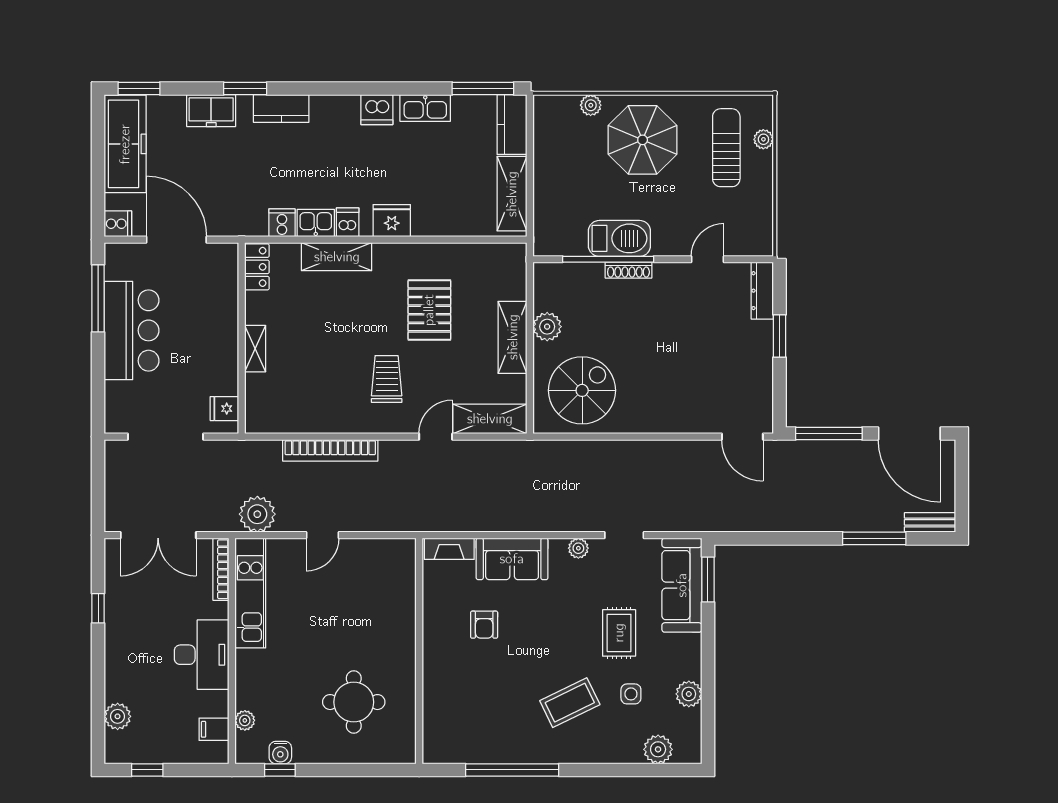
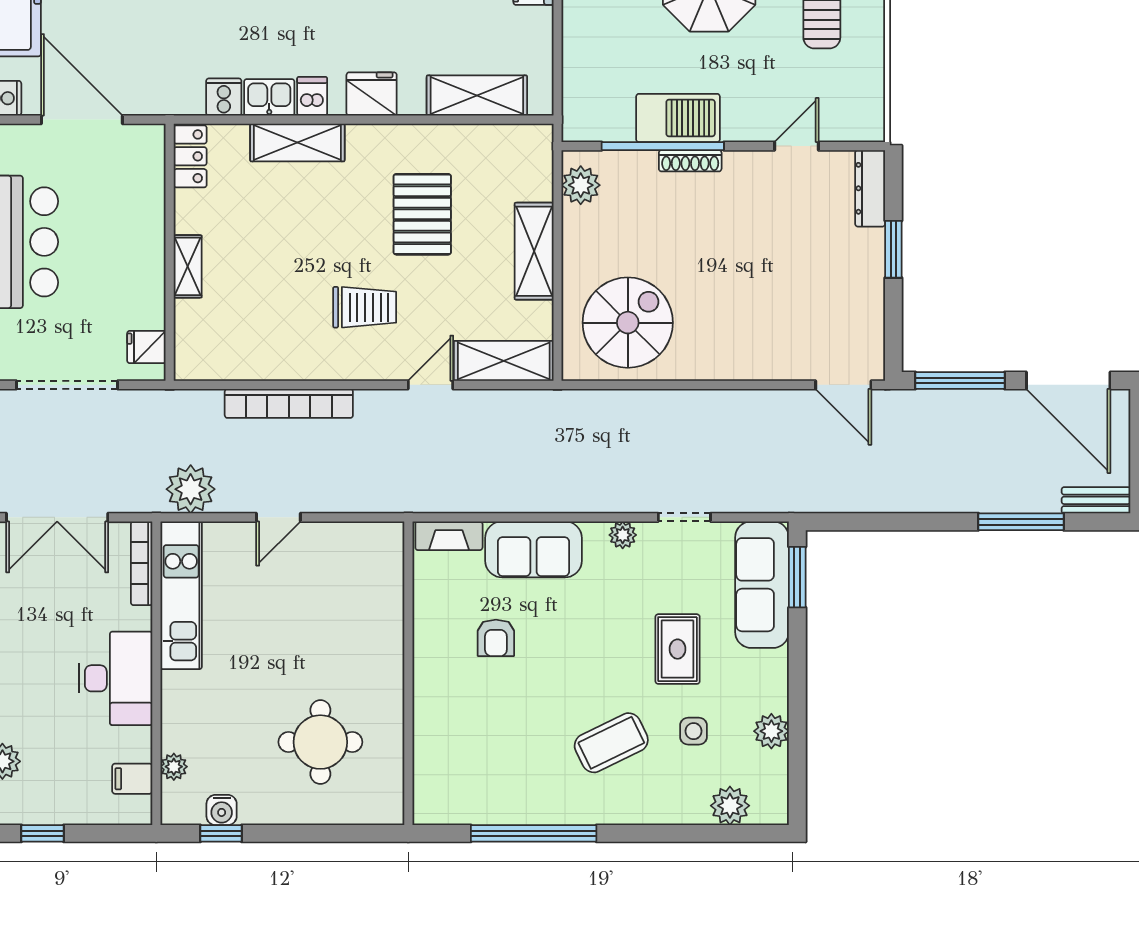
shelving: (512, 194) -> (477, 96), moved, turned 90
plant: (547, 327) -> (581, 185), moved
trolley: (387, 379) -> (365, 307), turned 90

